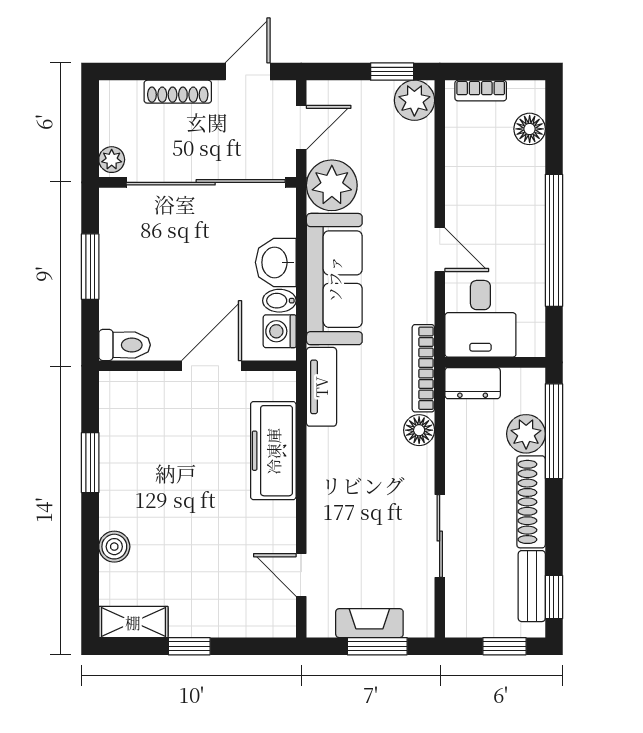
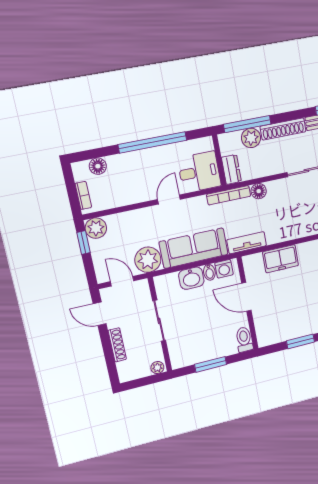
sliding door: (206, 182) -> (159, 321), width x0.54
freezer: (273, 451) -> (280, 259), width x0.71

